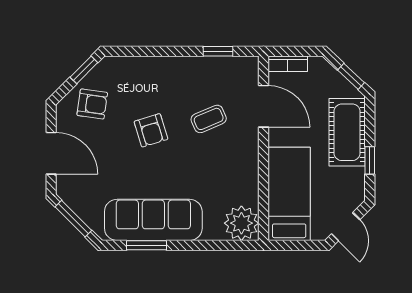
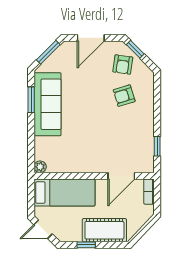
window: (84, 70) -> (135, 49), moved
window: (351, 76) -> (141, 233), removed
coffee table: (209, 119) -> (113, 140), removed
armchair: (151, 130) -> (124, 96), moved
plant: (241, 223) -> (40, 167), width x0.53, depth x0.53

